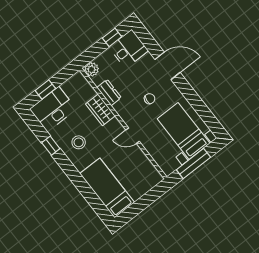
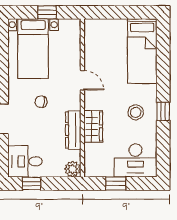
window: (45, 89) -> (116, 184), moved
dresser: (109, 92) -> (73, 130), width x1.44
window: (51, 146) -> (163, 111), moved
window: (193, 163) -> (47, 12), width x0.46

